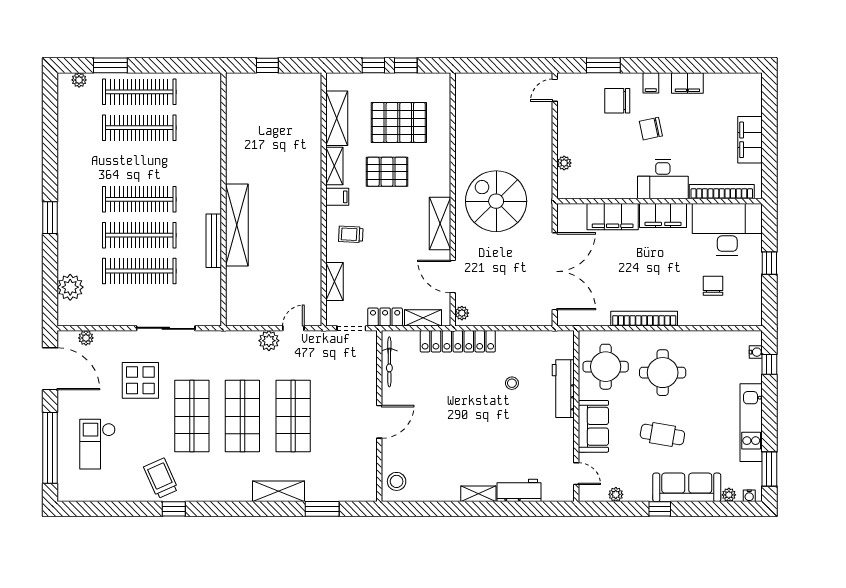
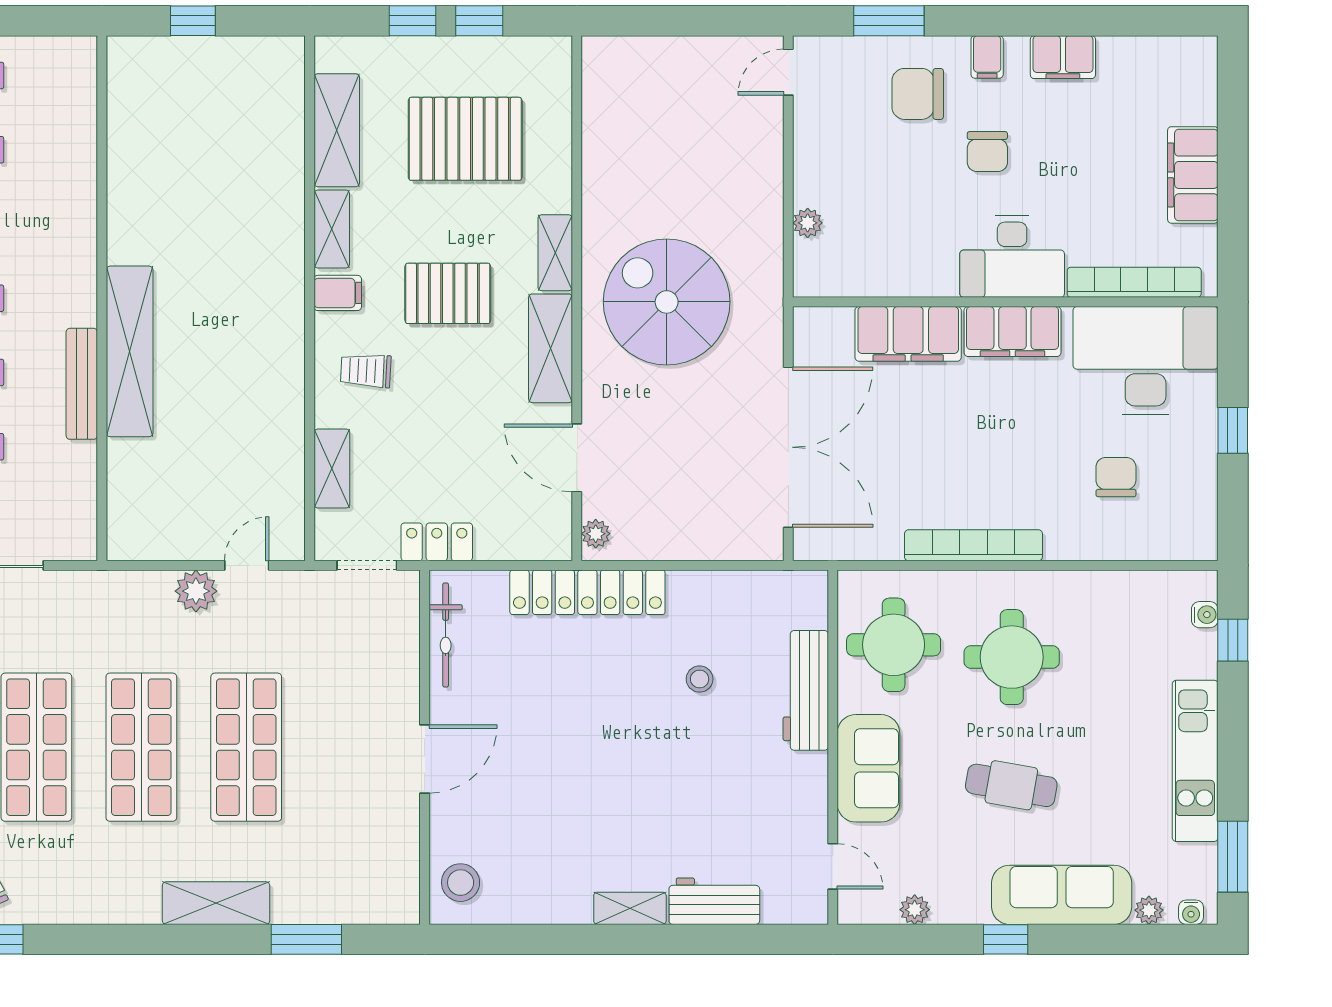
chair: (651, 129) -> (987, 152), turned -78
pallet: (387, 172) -> (448, 293), moved
shelving: (423, 318) -> (555, 253), moved, turned 90

